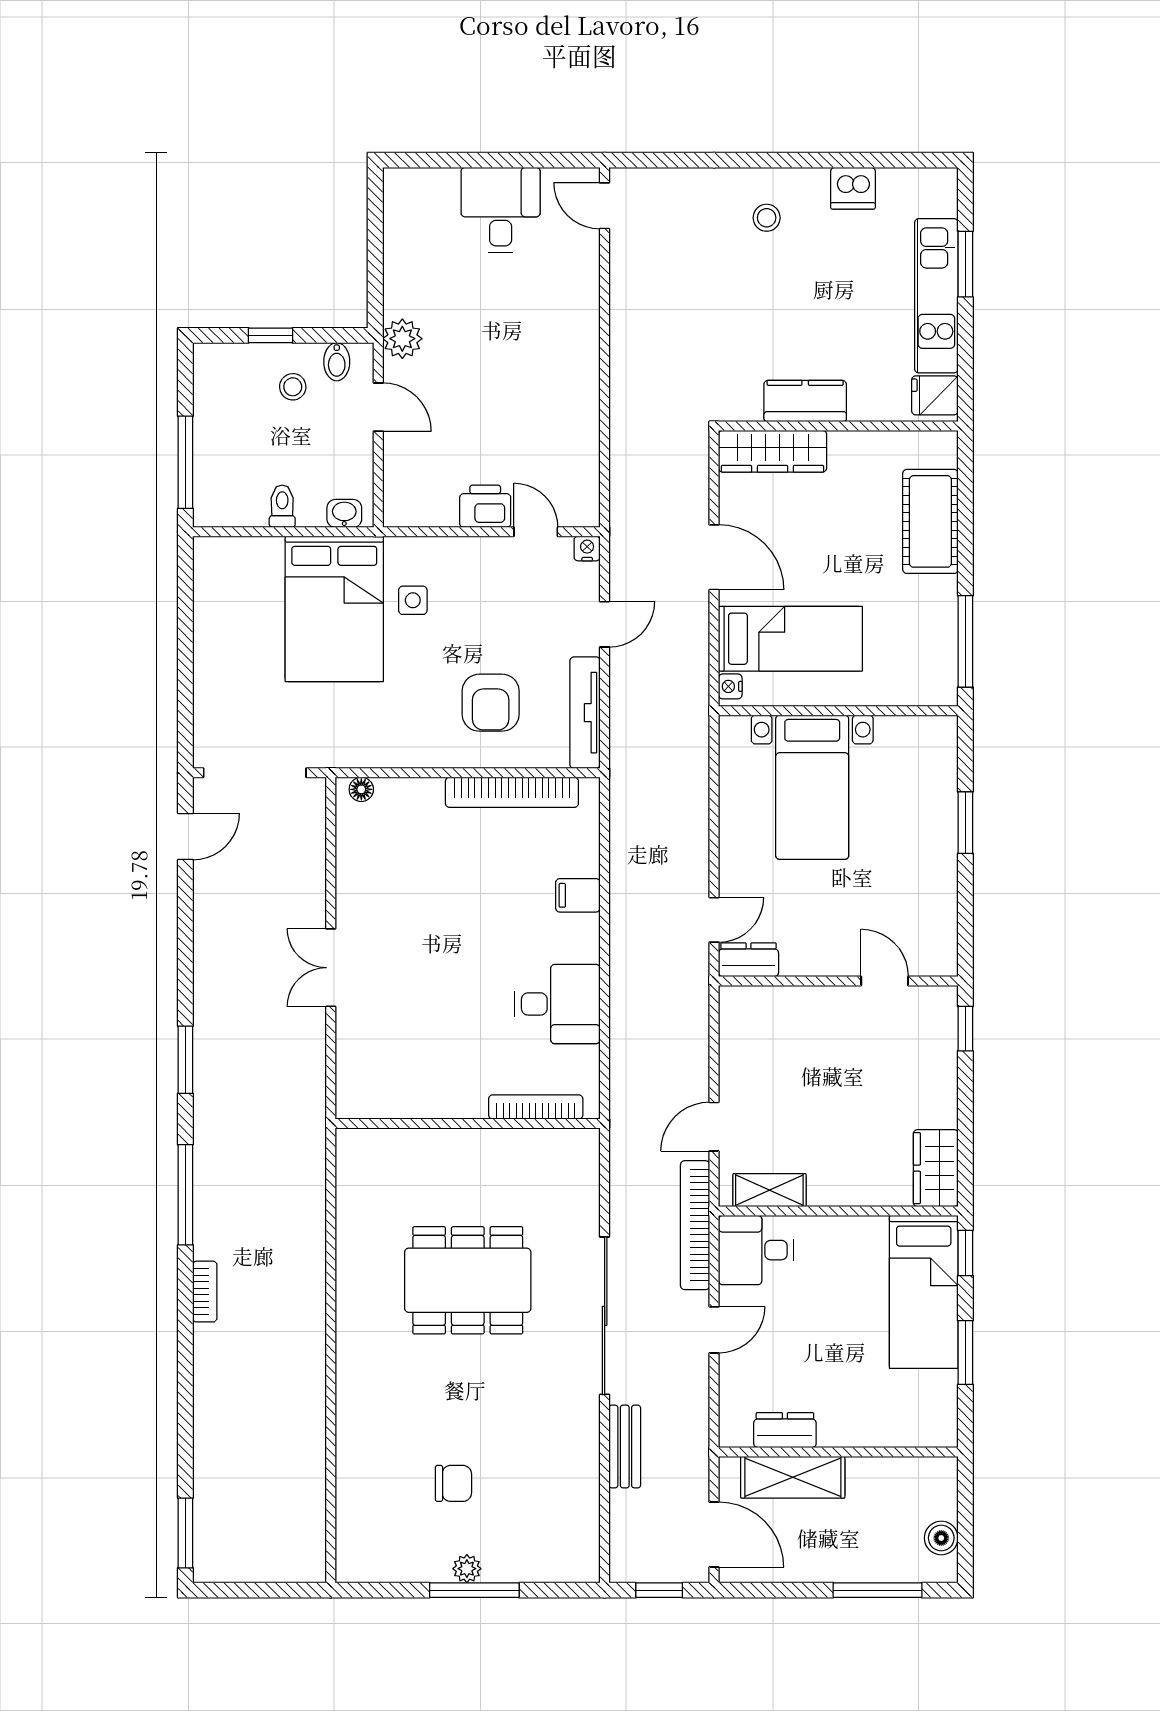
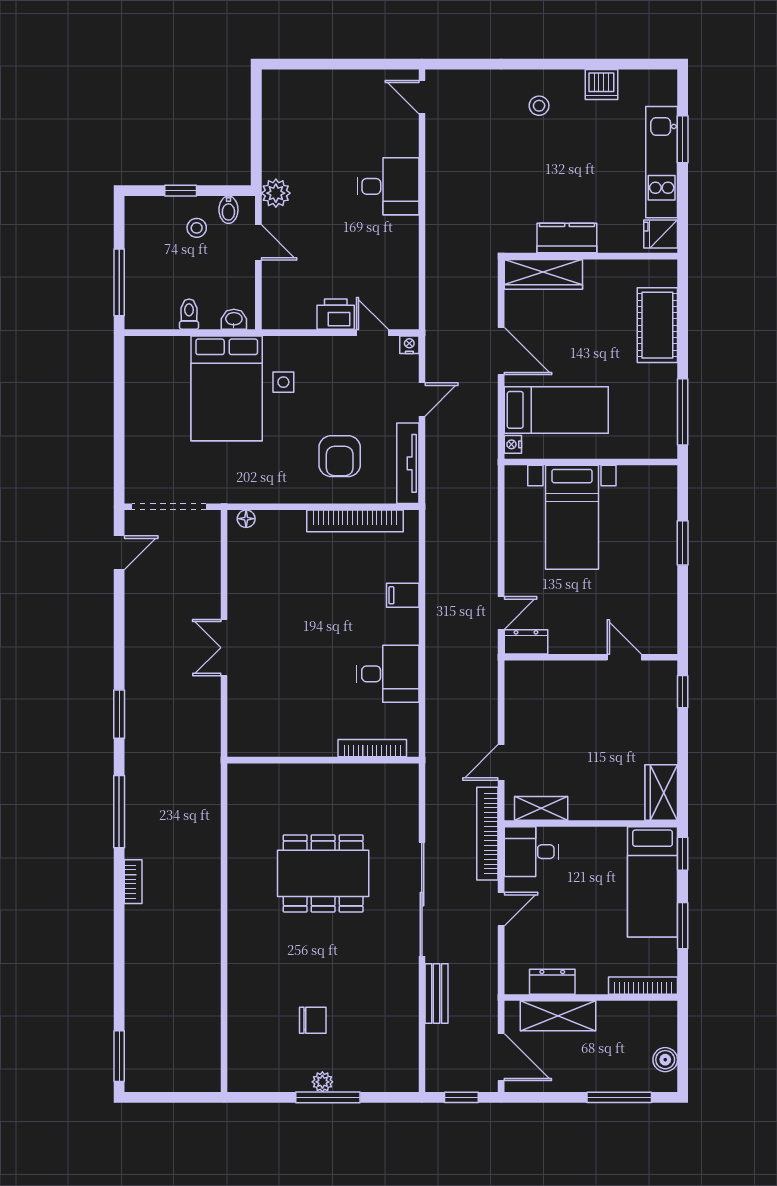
desk: (501, 210) -> (388, 186), moved, turned 90
bookcase: (911, 1436) -> (643, 986), added

